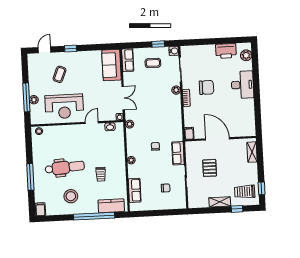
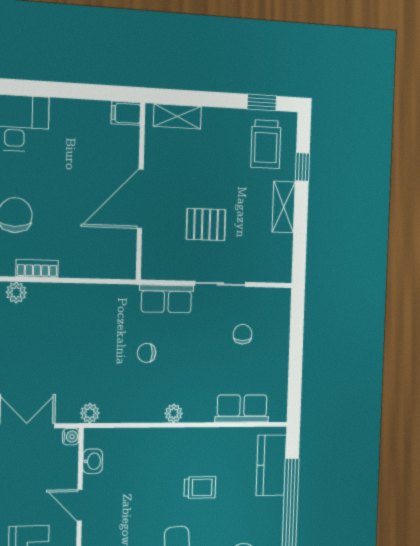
filing cabinet: (189, 133) -> (126, 113), moved

